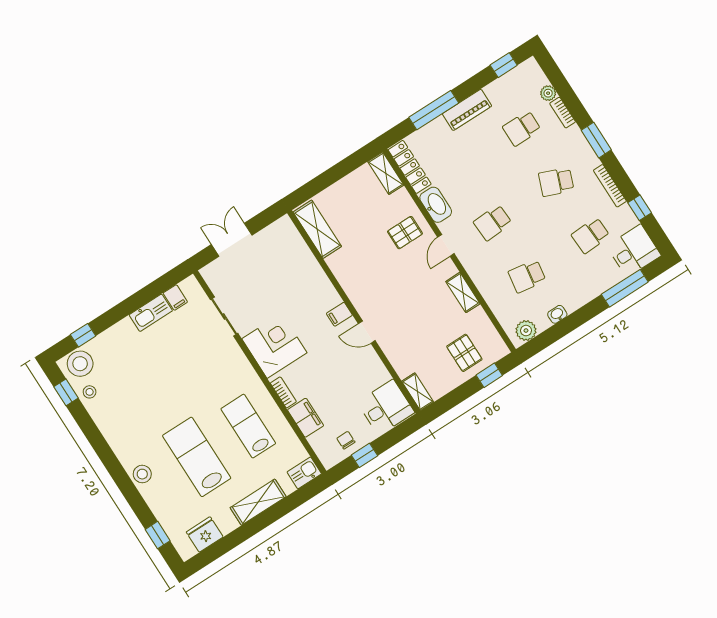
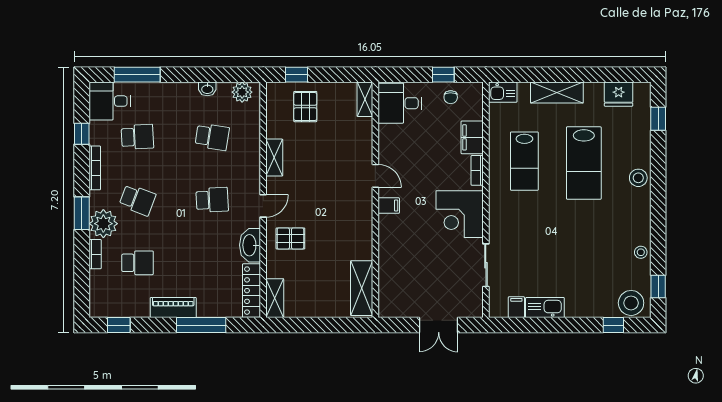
plant: (548, 93) -> (103, 224), moved, width x1.87, depth x1.87
stool: (90, 392) -> (641, 252), moved

